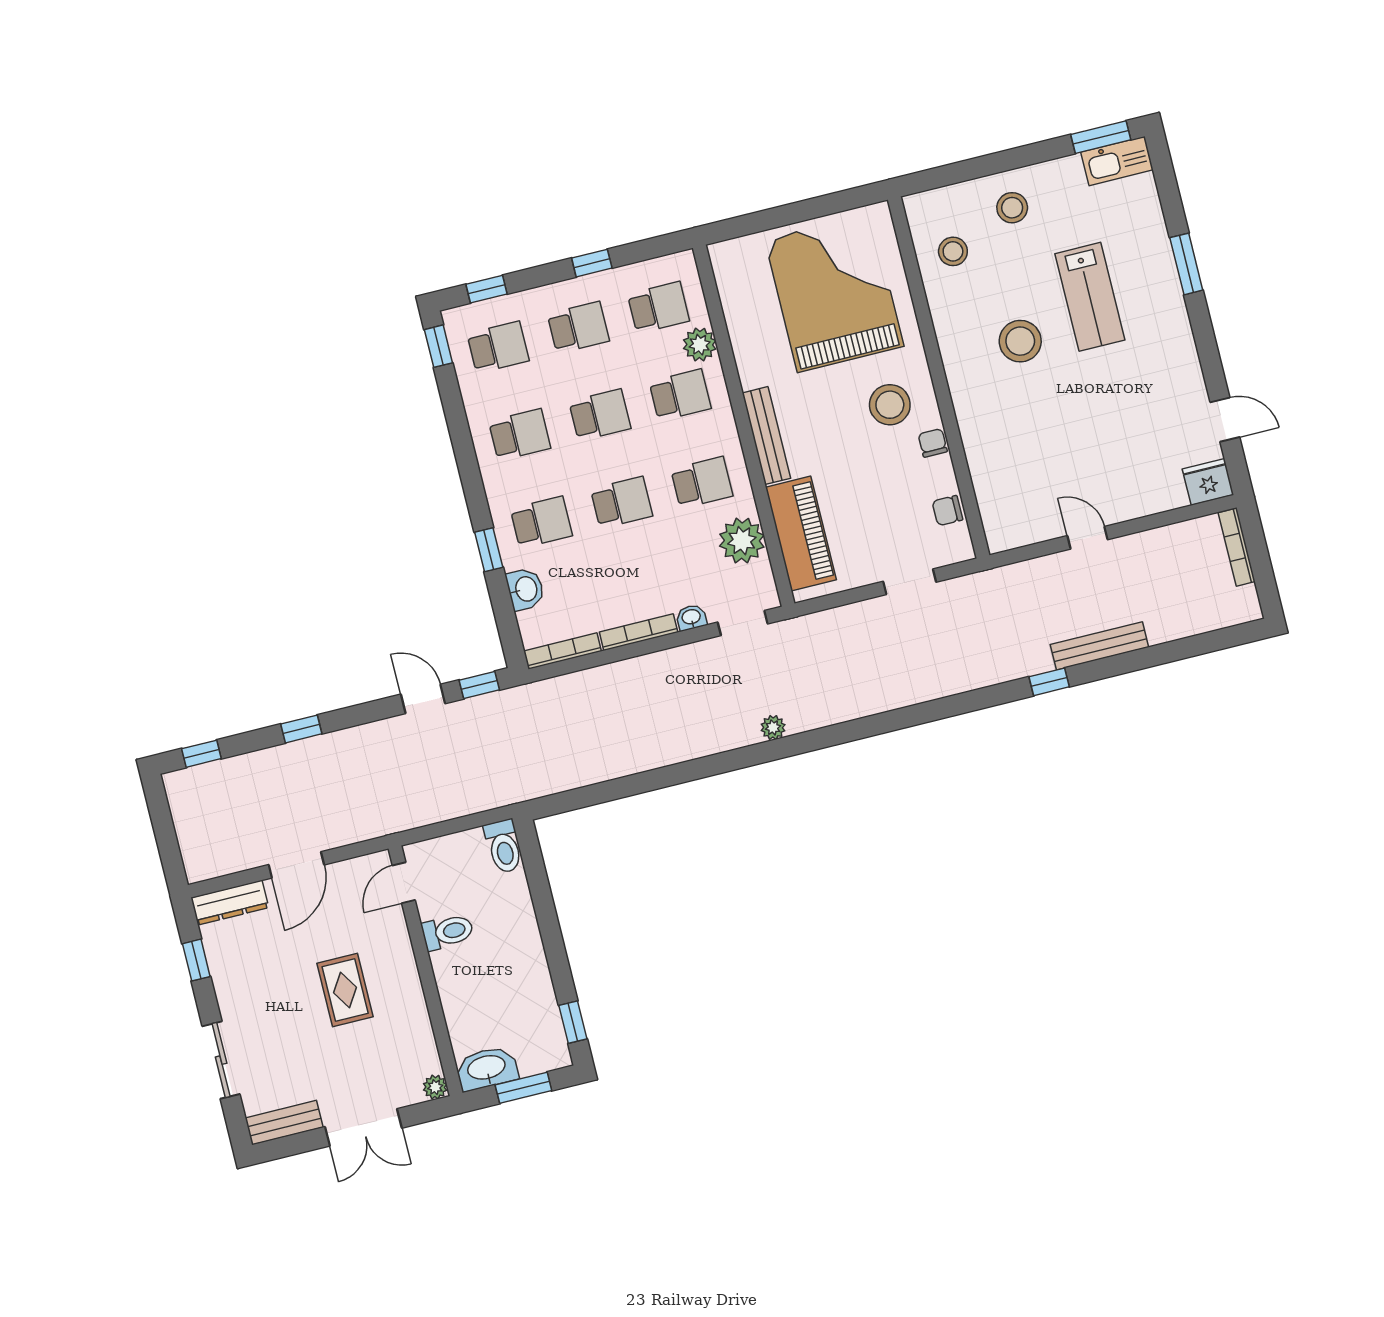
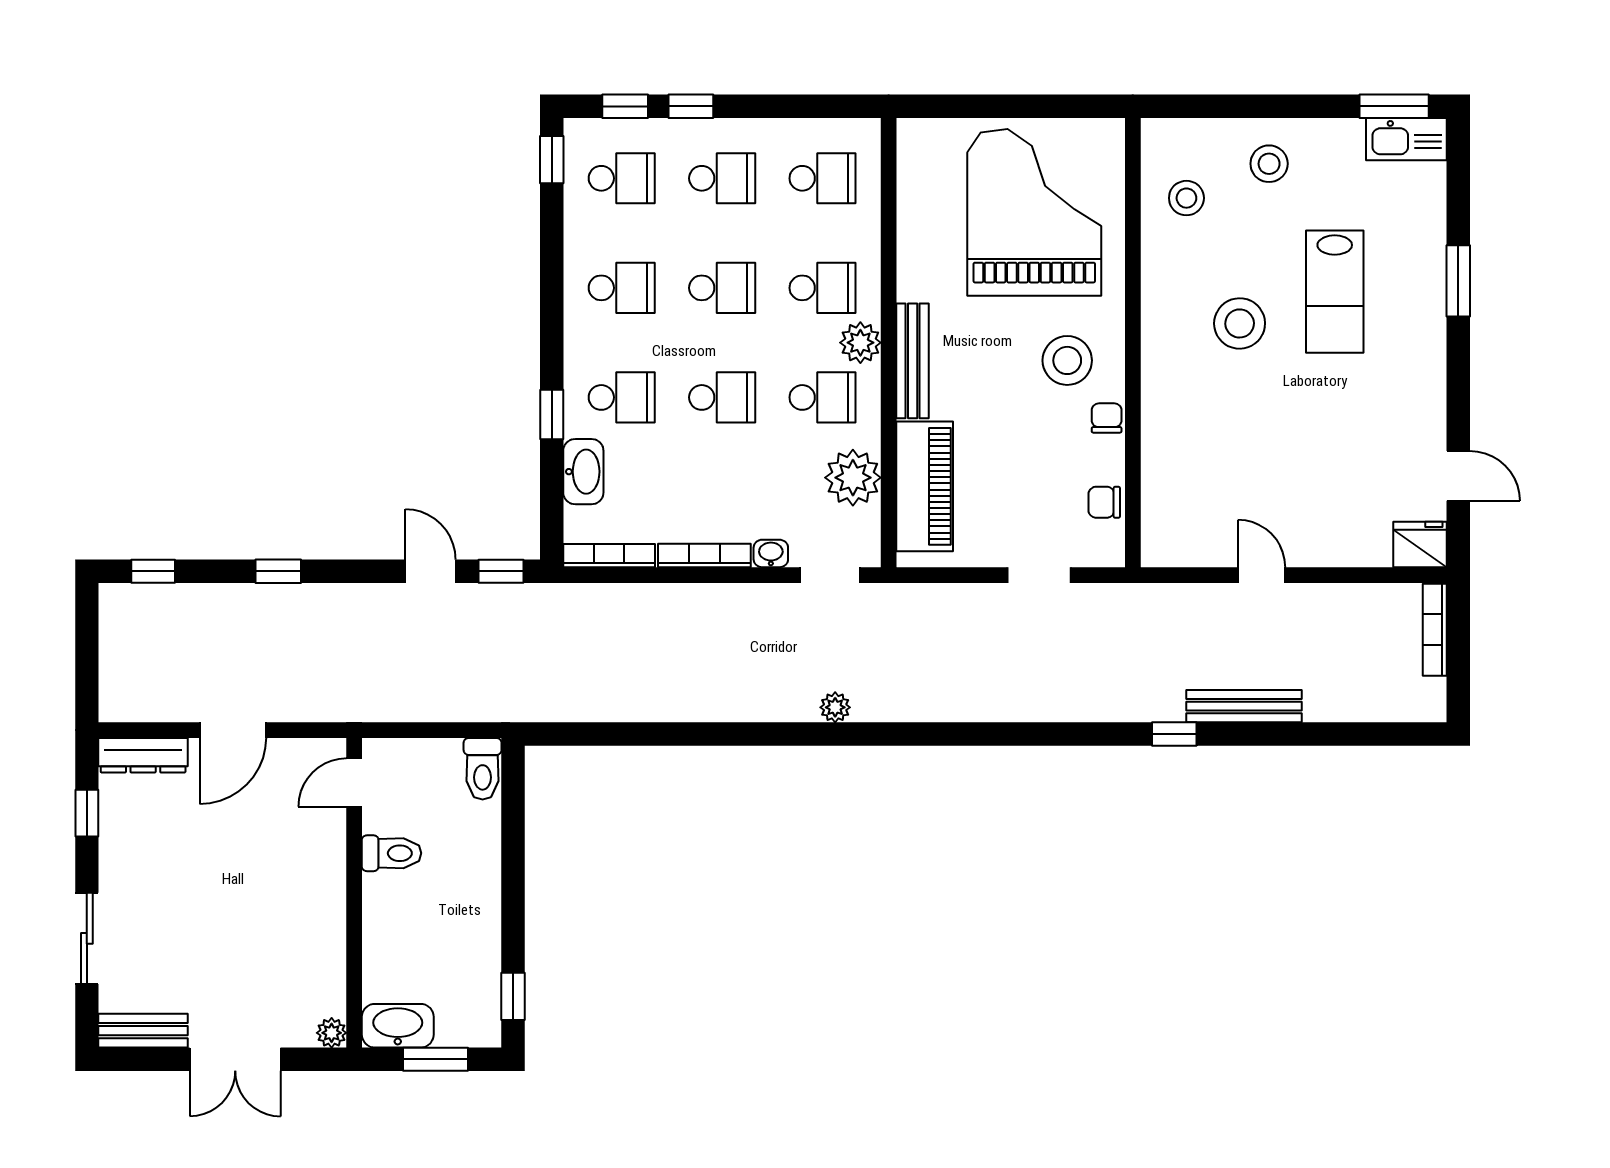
window: (592, 263) -> (691, 106), moved
plant: (700, 345) -> (860, 343), moved
washbasin: (525, 589) -> (583, 472), width x1.38
rug: (345, 990) -> (254, 892), removed

